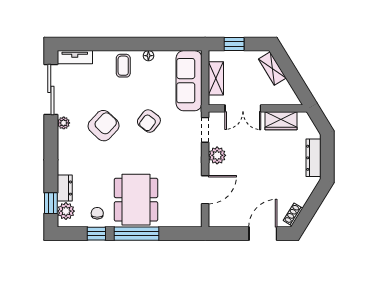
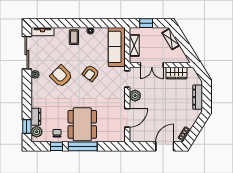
armchair: (104, 126) -> (61, 76), turned -88

